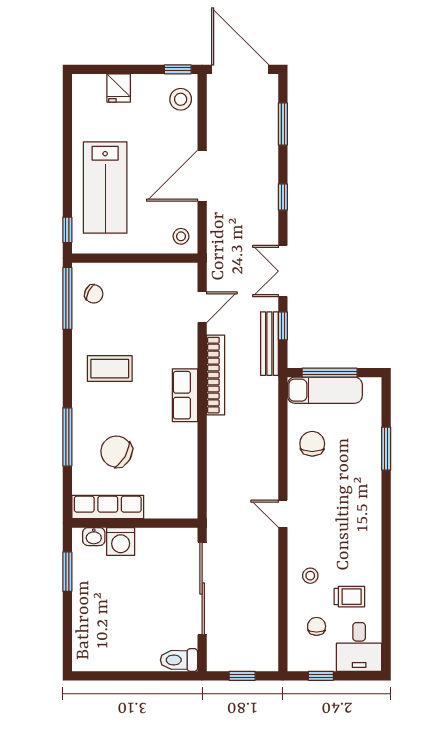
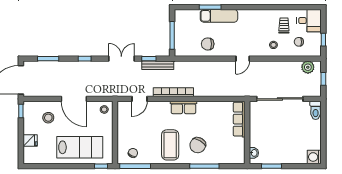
stool: (181, 99) -> (48, 118), moved
double door: (283, 271) -> (121, 59), swing flipped
door: (202, 307) -> (140, 99), swing flipped
coffee table: (110, 369) -> (170, 145), width x1.36, depth x1.32
exam couch: (325, 390) -> (219, 16), moved, turned 90
chair: (116, 452) -> (198, 145), moved
row of seats: (108, 507) -> (239, 119), moved
washing machine: (121, 541) -> (314, 157), moved, turned 180
plant: (266, 645) -> (308, 67), added

